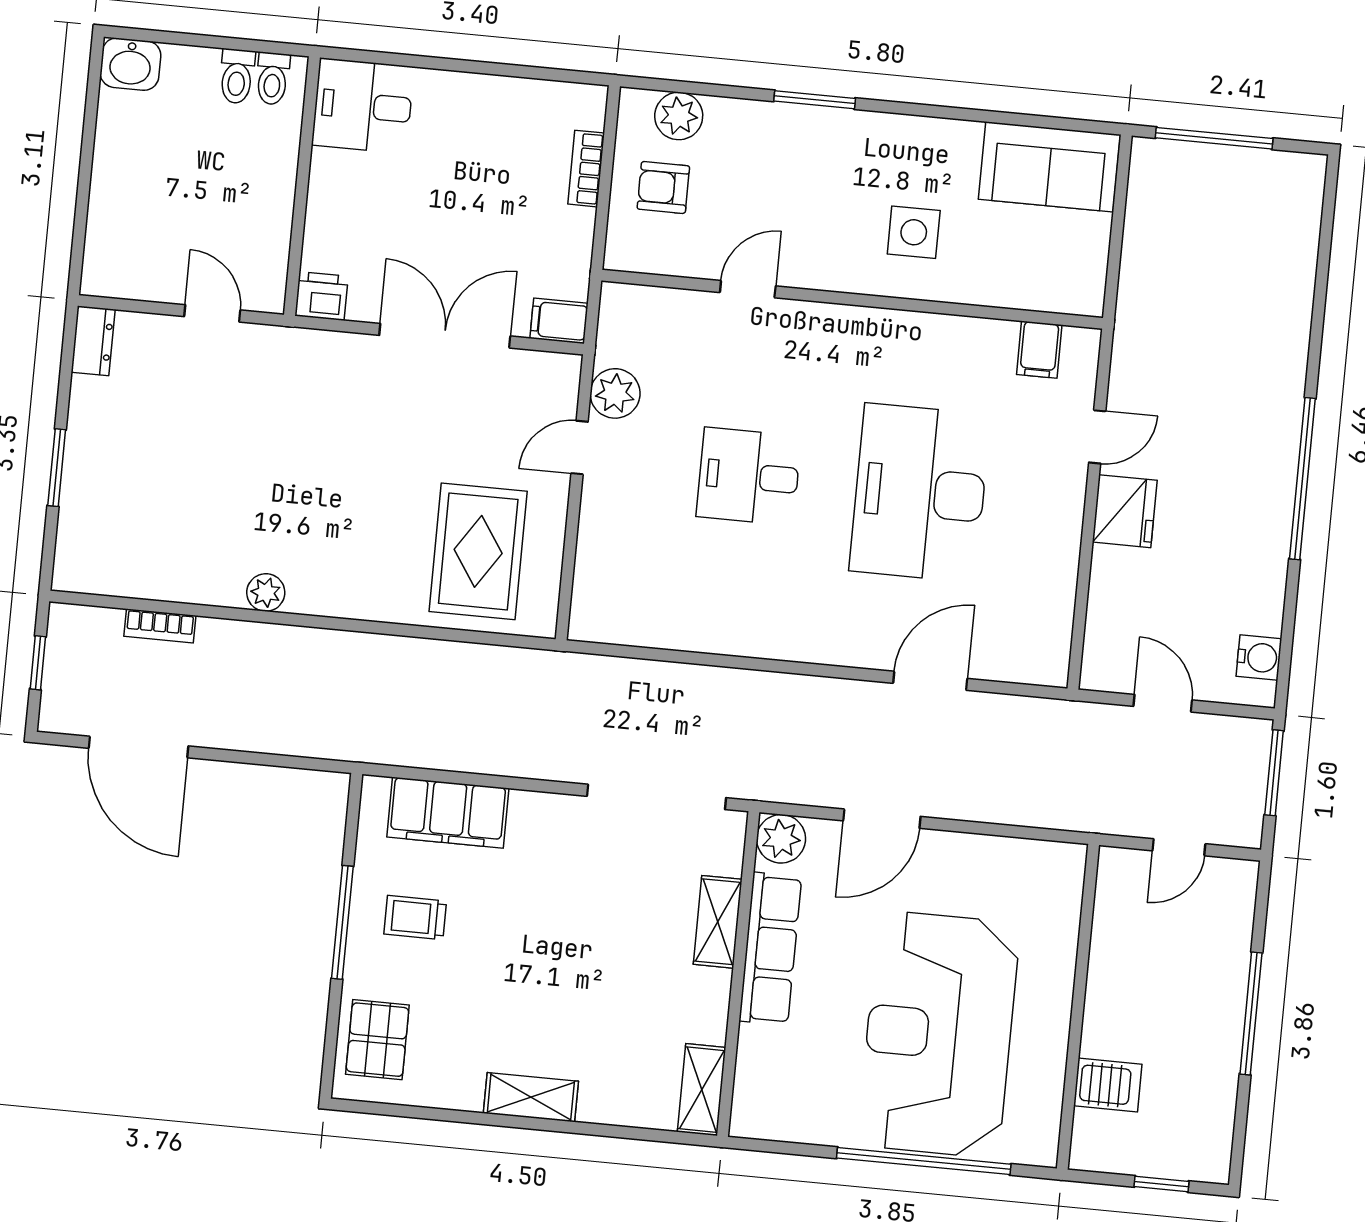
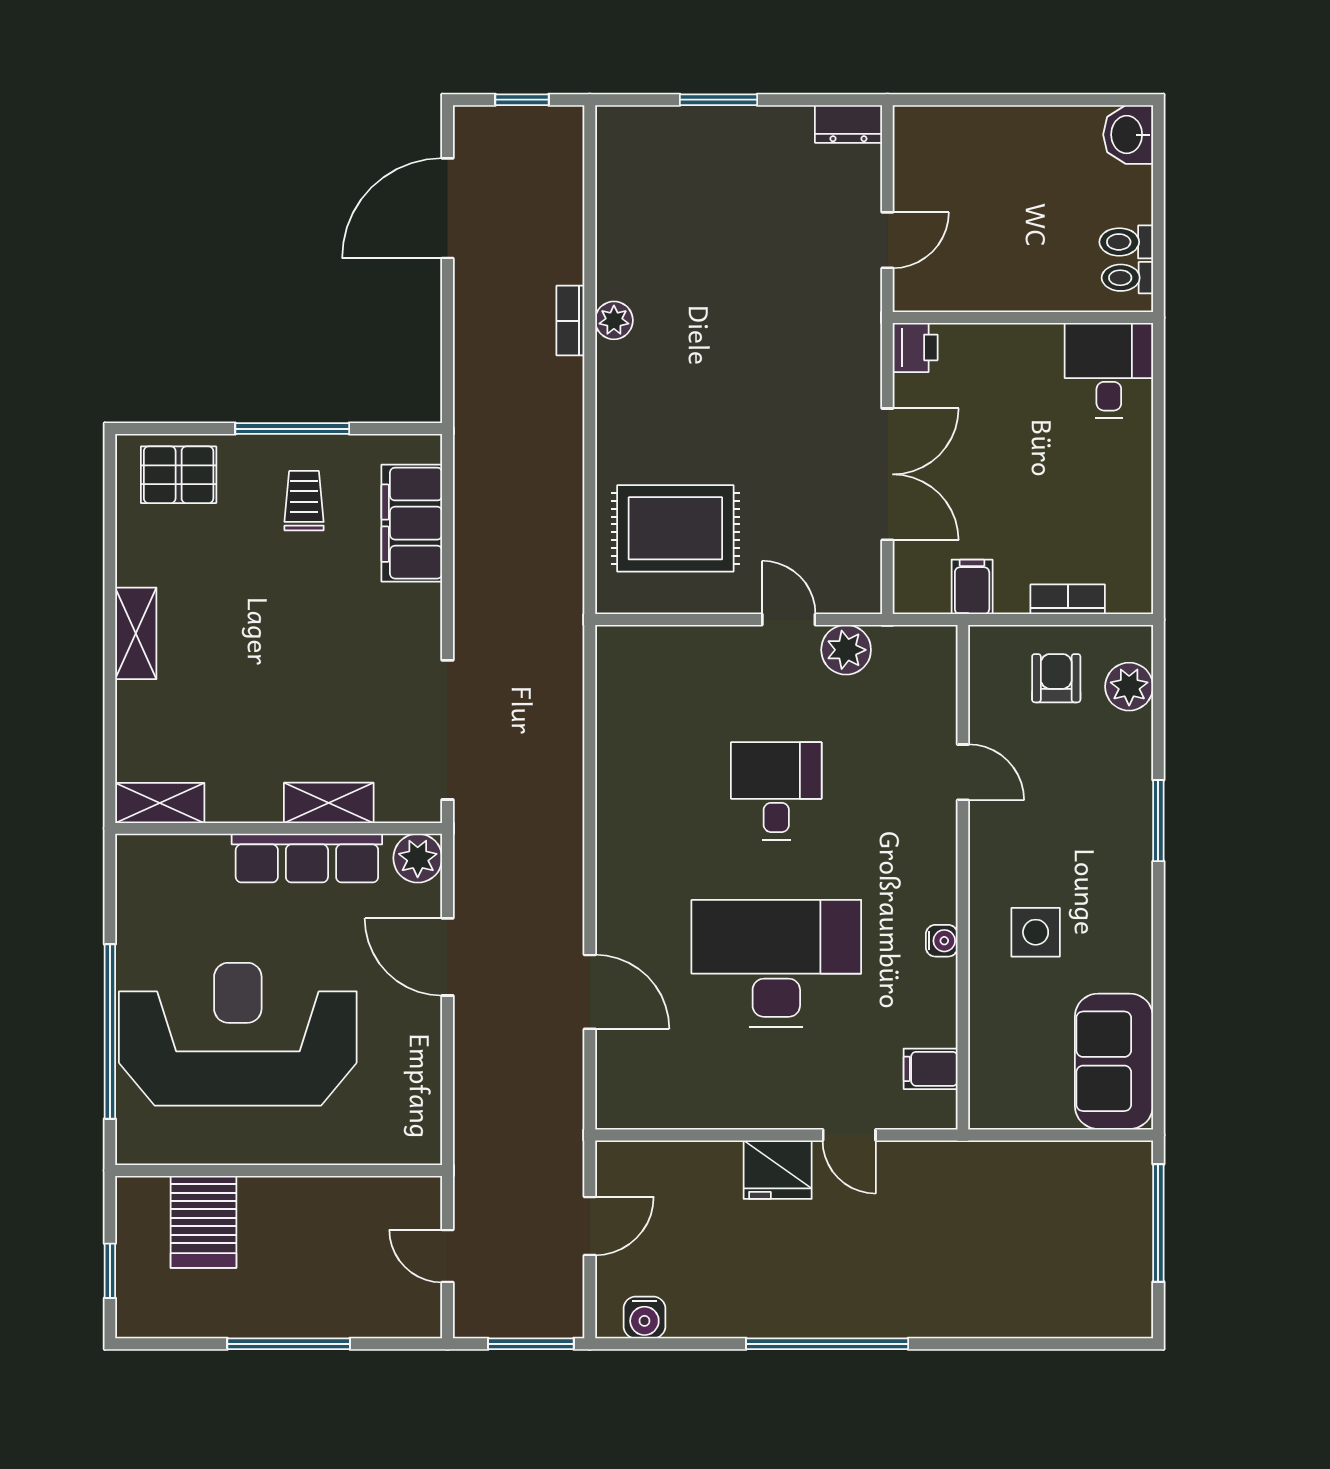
filing cabinet: (559, 321) -> (972, 587), moved
water cooler: (913, 326) -> (942, 941), added
bookcase: (160, 626) -> (570, 321), moved
server rack: (1108, 1085) -> (203, 1222), width x1.36, depth x1.44

